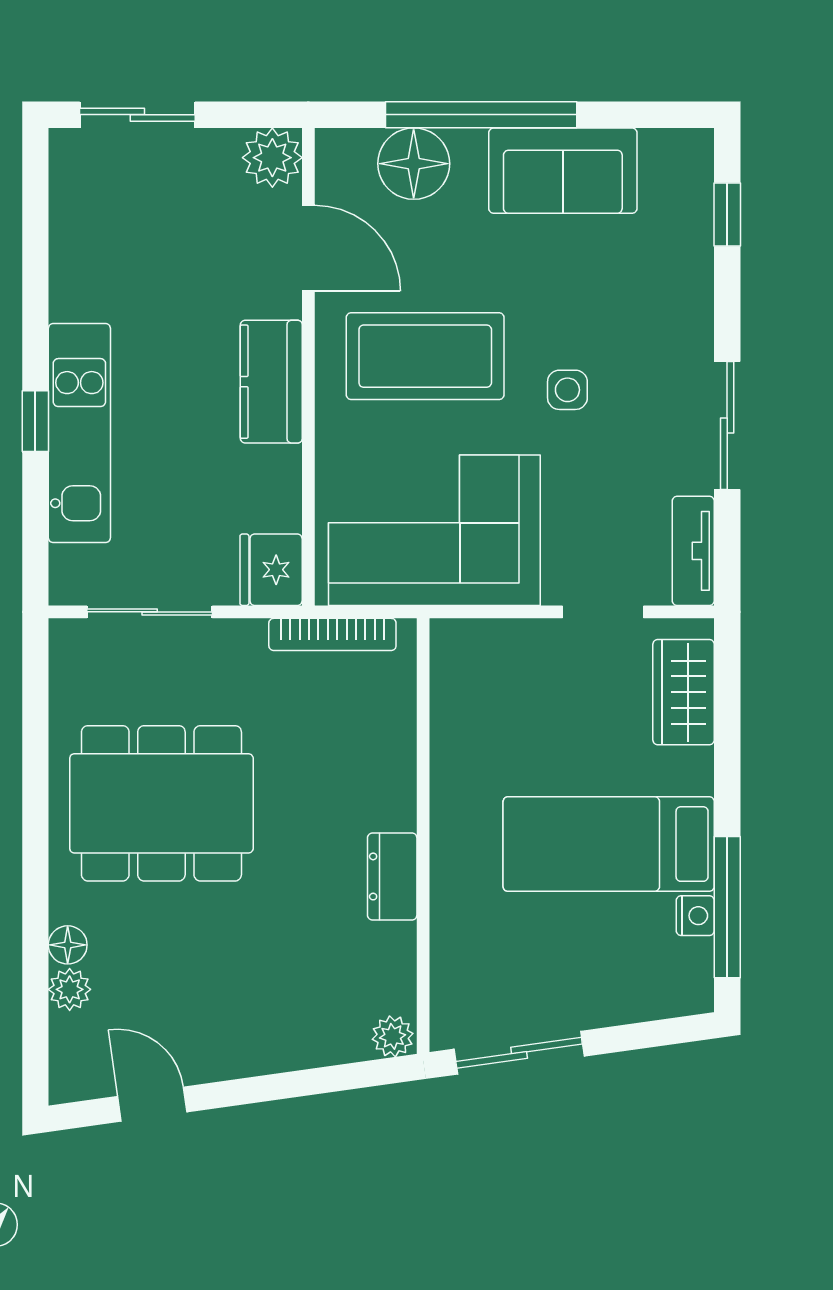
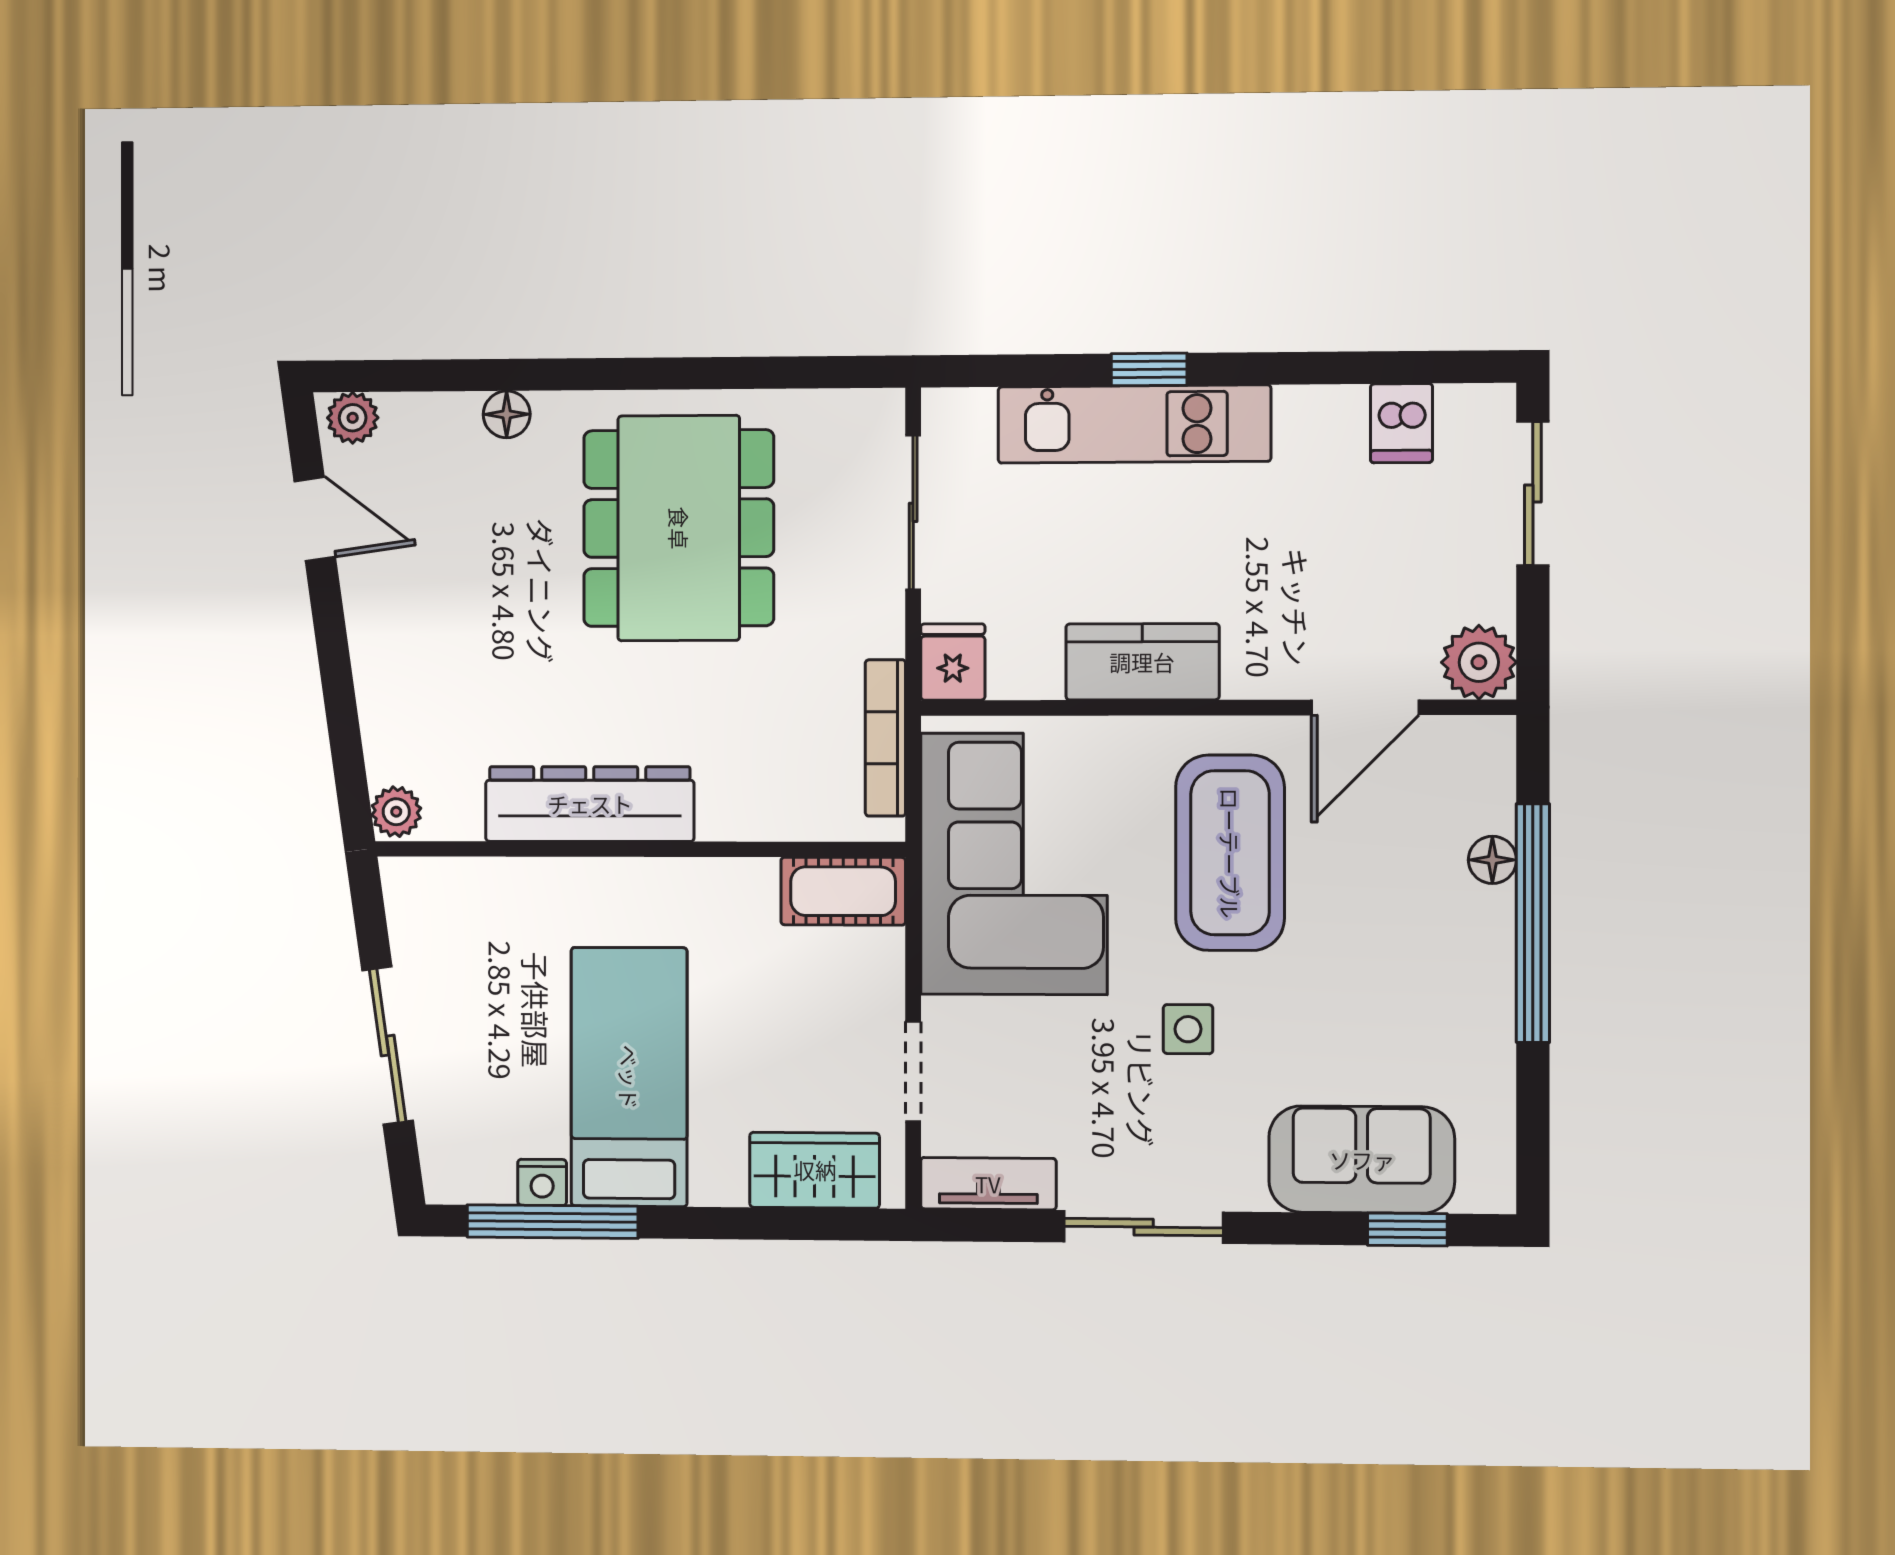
floor lamp: (414, 164) -> (1492, 860), width x0.53, depth x0.53
sofa: (563, 171) -> (1362, 1160), moved, turned 90
dishwasher: (80, 219) -> (1401, 423), added
kitchen counter: (271, 382) -> (1142, 662), moved
fridge: (271, 570) -> (953, 662), width x0.72
cot: (457, 669) -> (843, 891), added
dresser: (392, 876) -> (590, 804), width x1.96, depth x1.24
plant: (70, 989) -> (353, 418), moved
sliding door: (519, 1053) -> (388, 1046), moved
door: (152, 1104) -> (315, 519), hinge flipped

